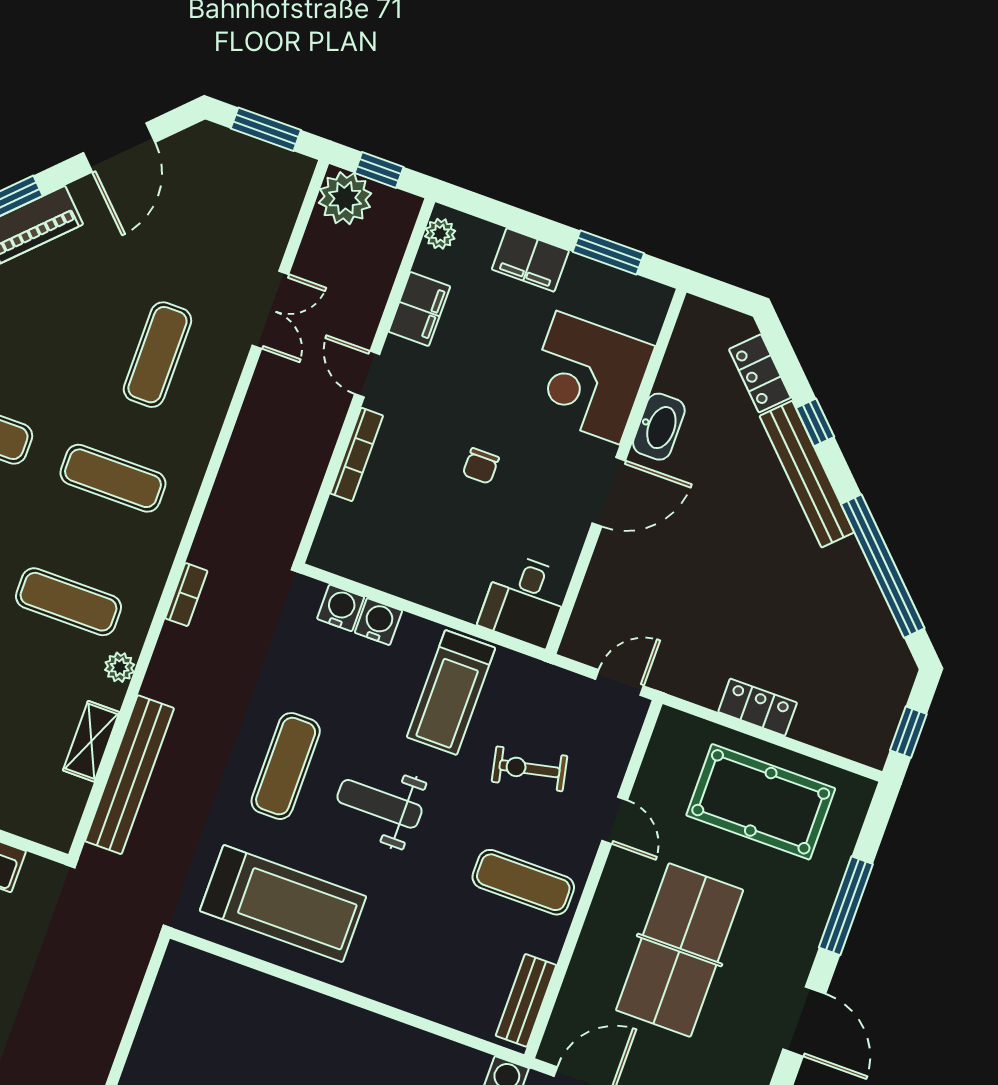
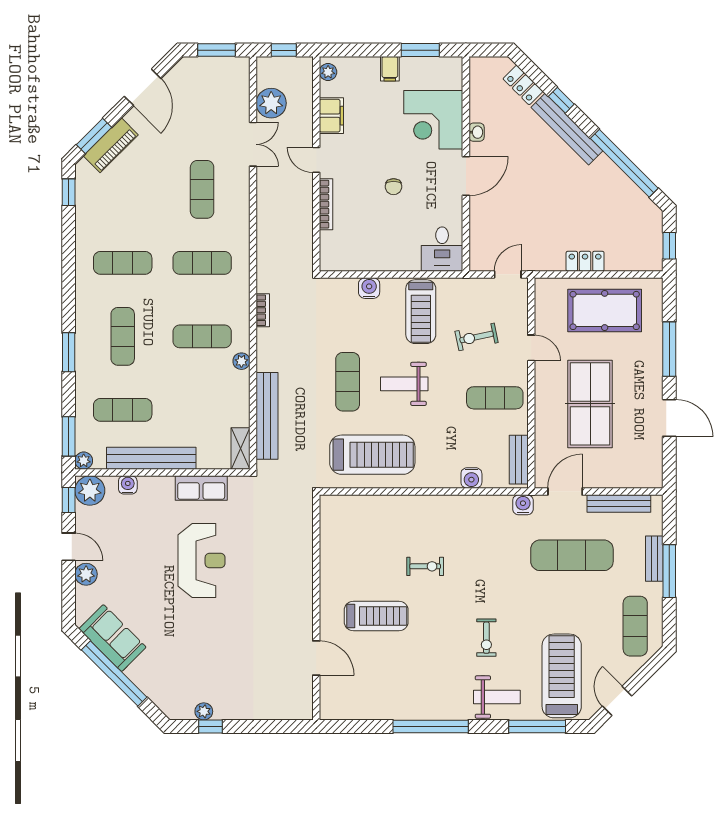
plant: (345, 198) -> (271, 103), moved
filing cabinet: (530, 260) -> (390, 69), width x0.50
washbasin: (659, 427) -> (477, 132), width x0.52, depth x0.69
water cooler: (341, 608) -> (471, 478), moved, turned 180
shelving: (91, 741) -> (240, 449), moved

